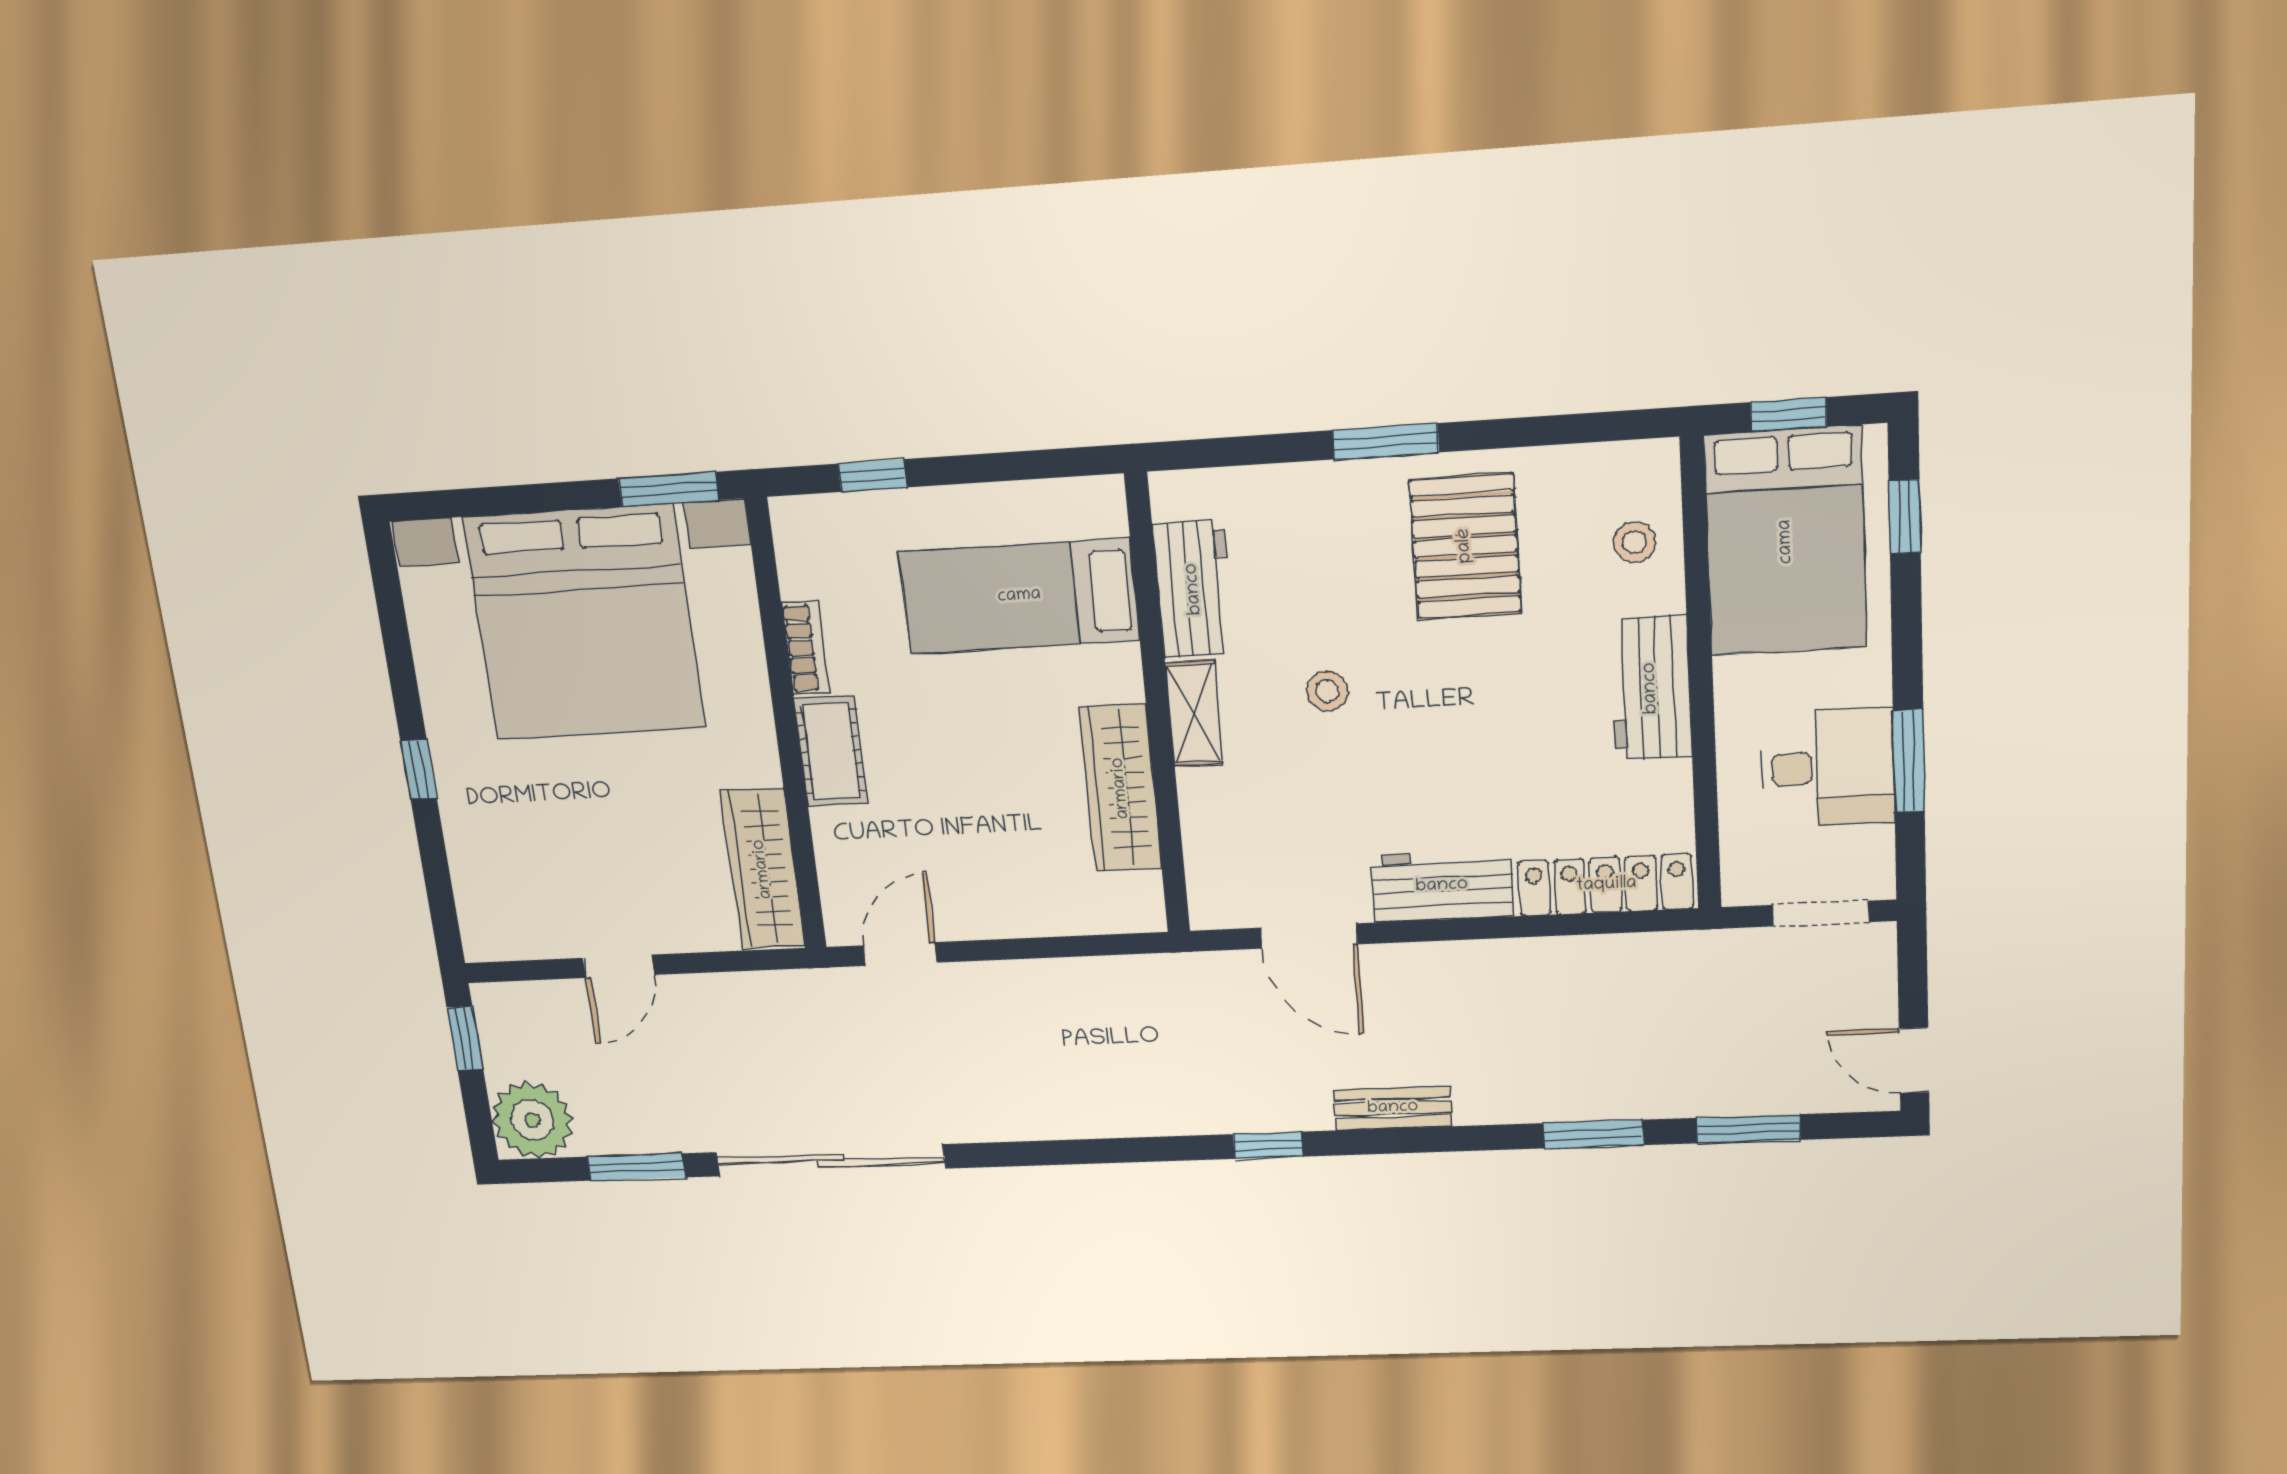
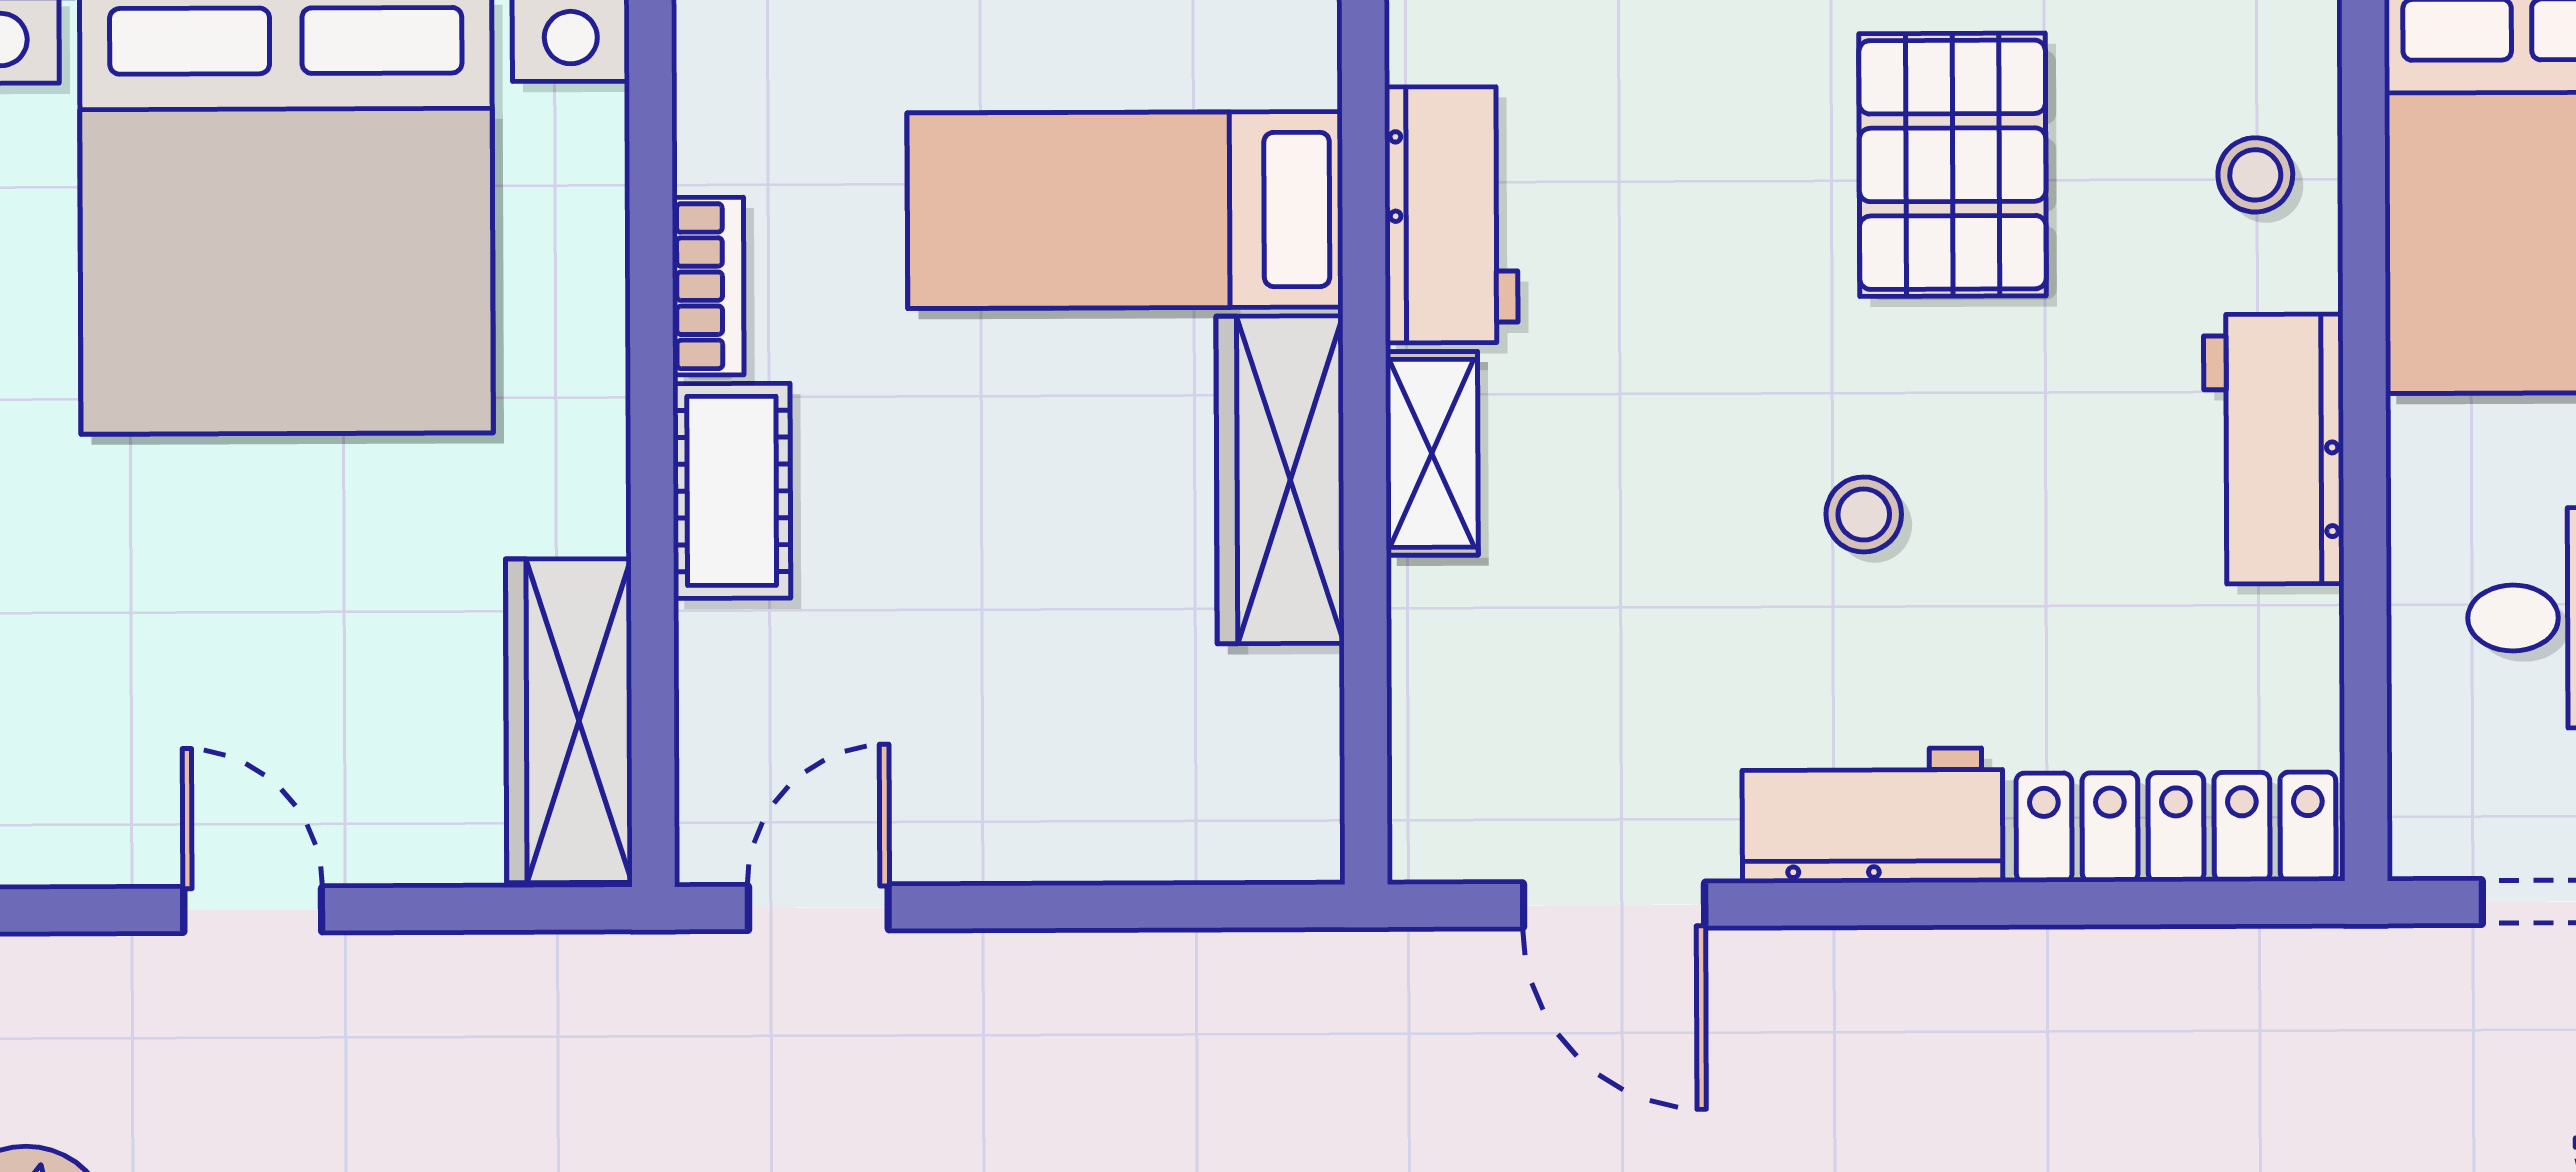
stool: (1327, 691) -> (1864, 514), moved
wardrobe: (1121, 788) -> (1280, 480), moved
door: (619, 966) -> (253, 910), swing flipped

